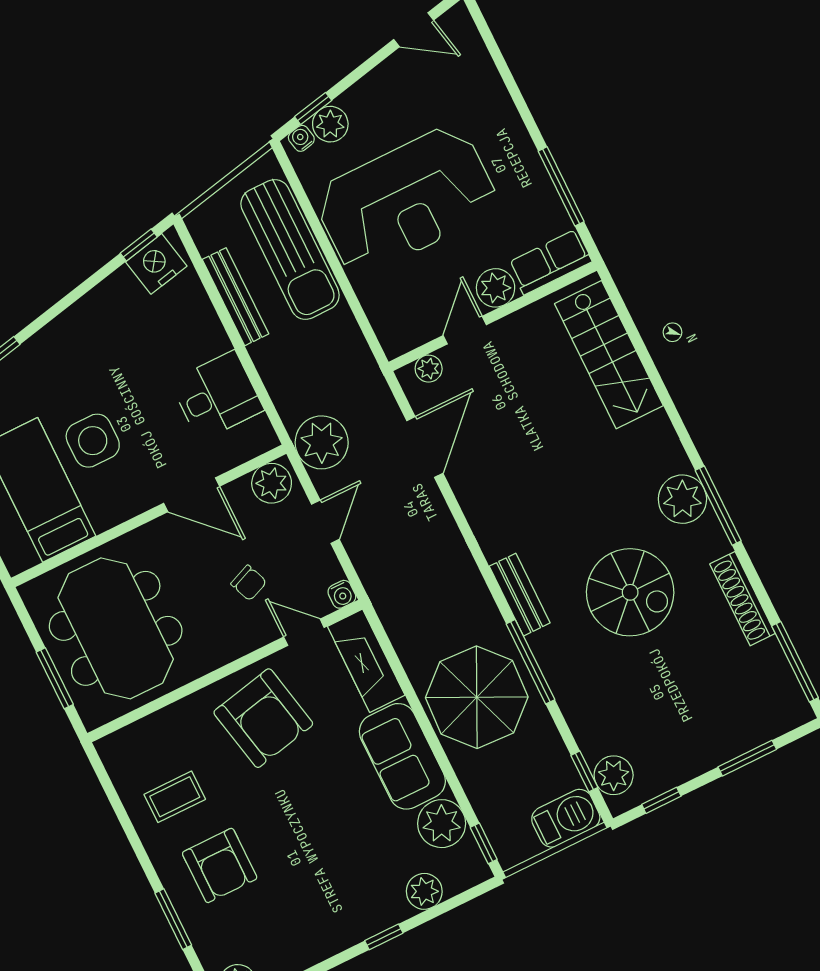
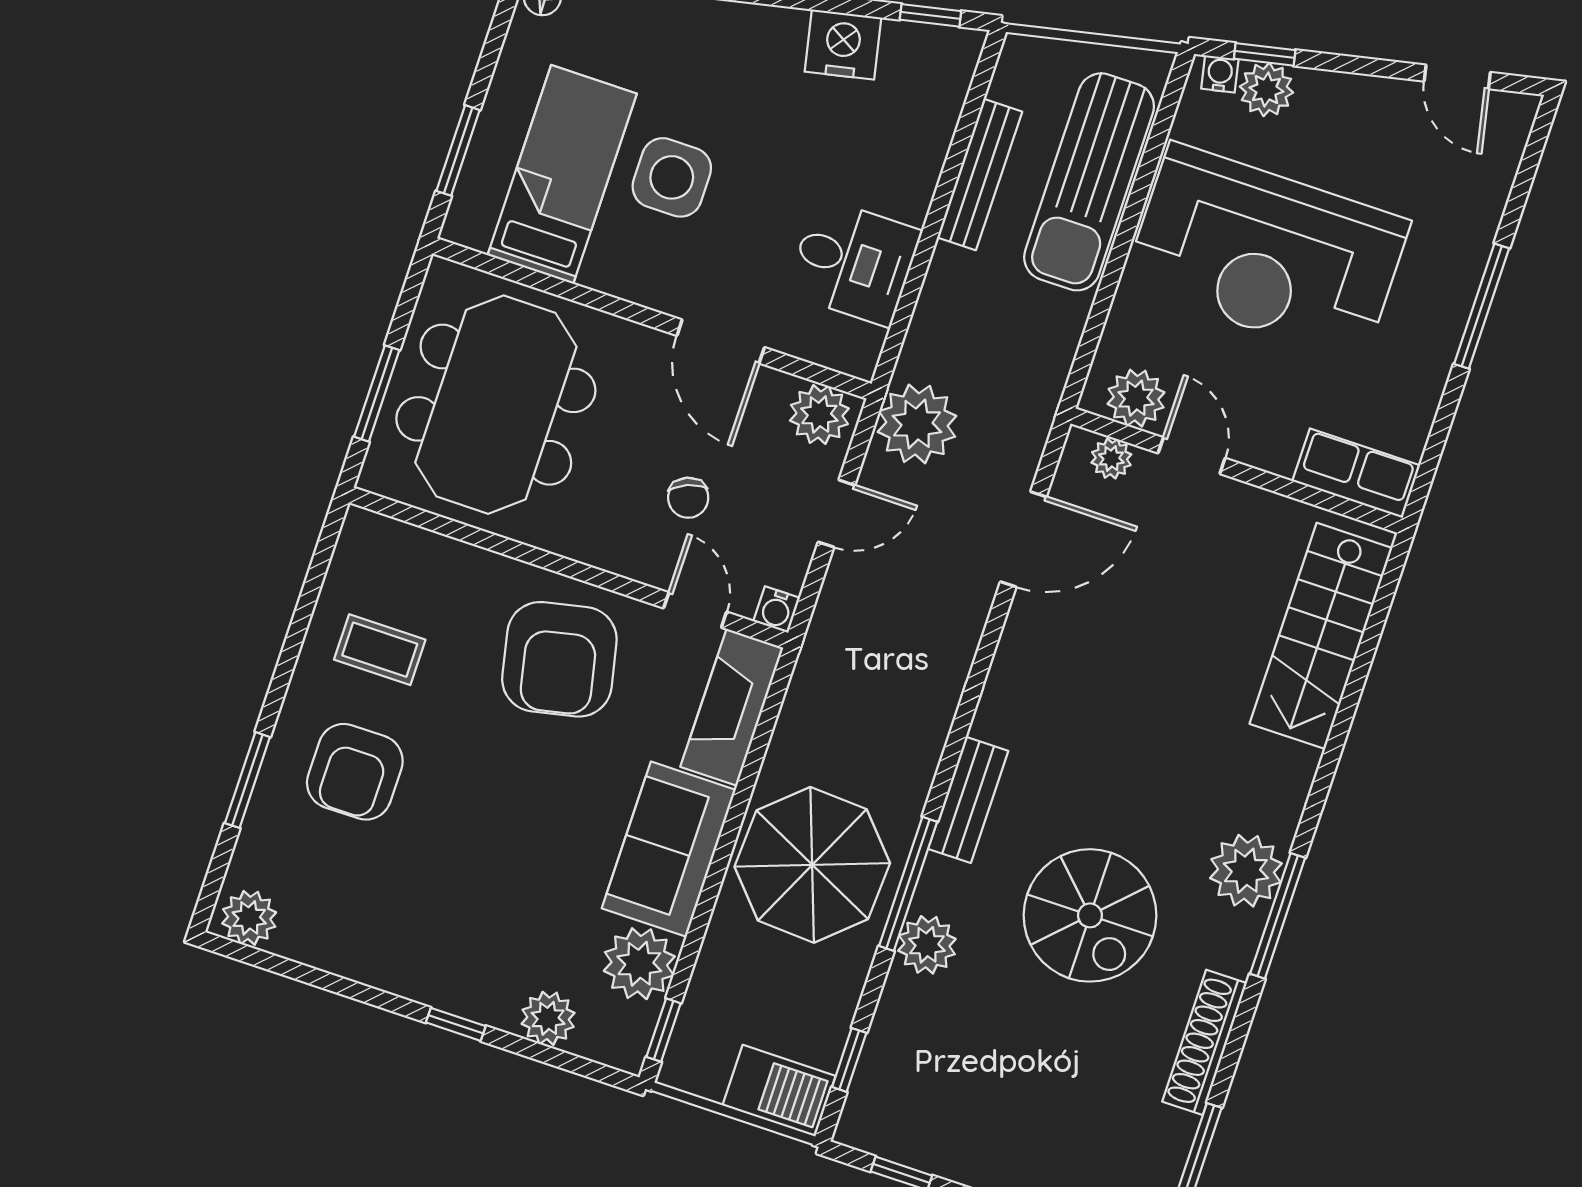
window: (561, 186) -> (1482, 306), moved
nightstand: (156, 264) -> (843, 45), moved
plant: (496, 288) -> (1136, 398), moved
door: (465, 330) -> (1192, 456), hinge flipped
plant: (614, 775) -> (927, 945), moved

